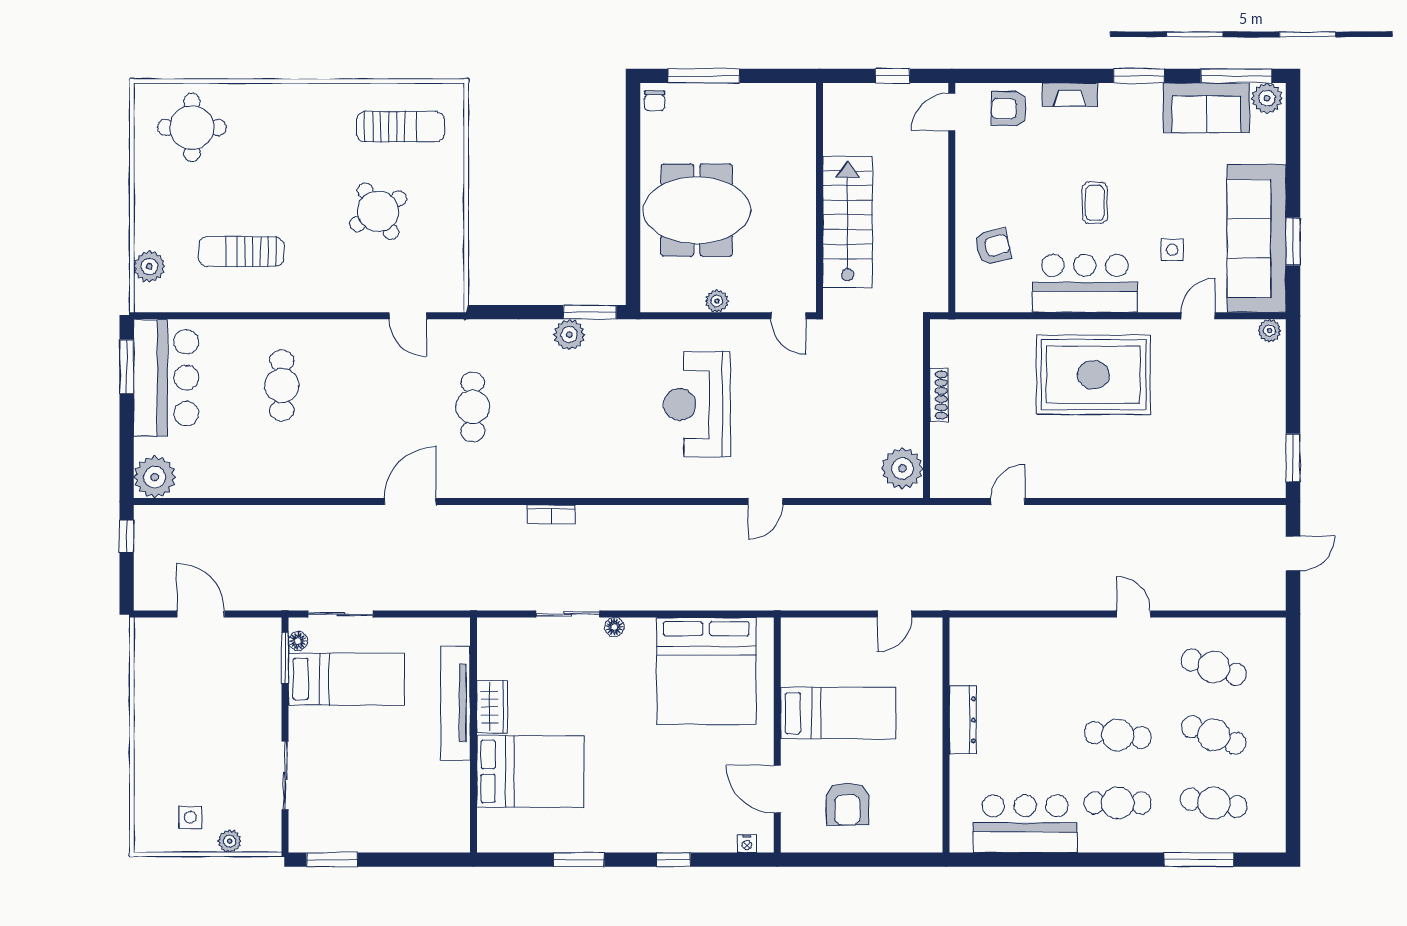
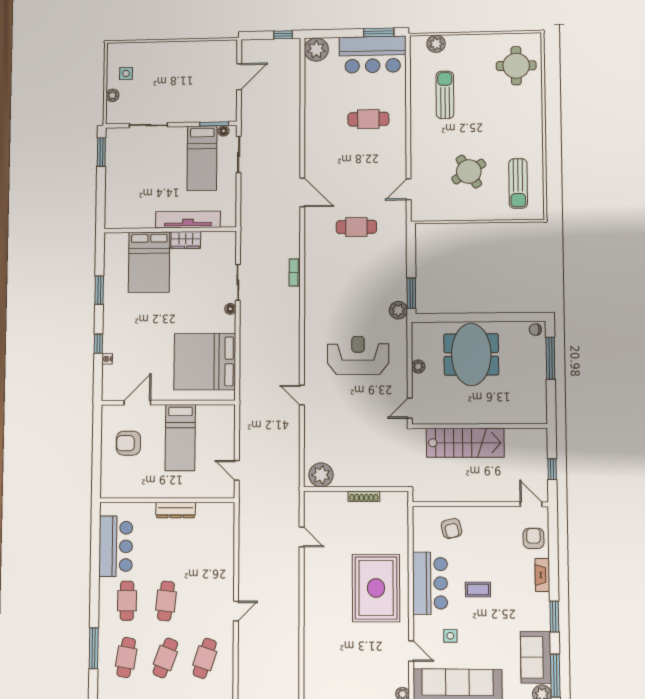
plant: (569, 335) -> (398, 310), moved
nightstand: (747, 844) -> (107, 359), moved

